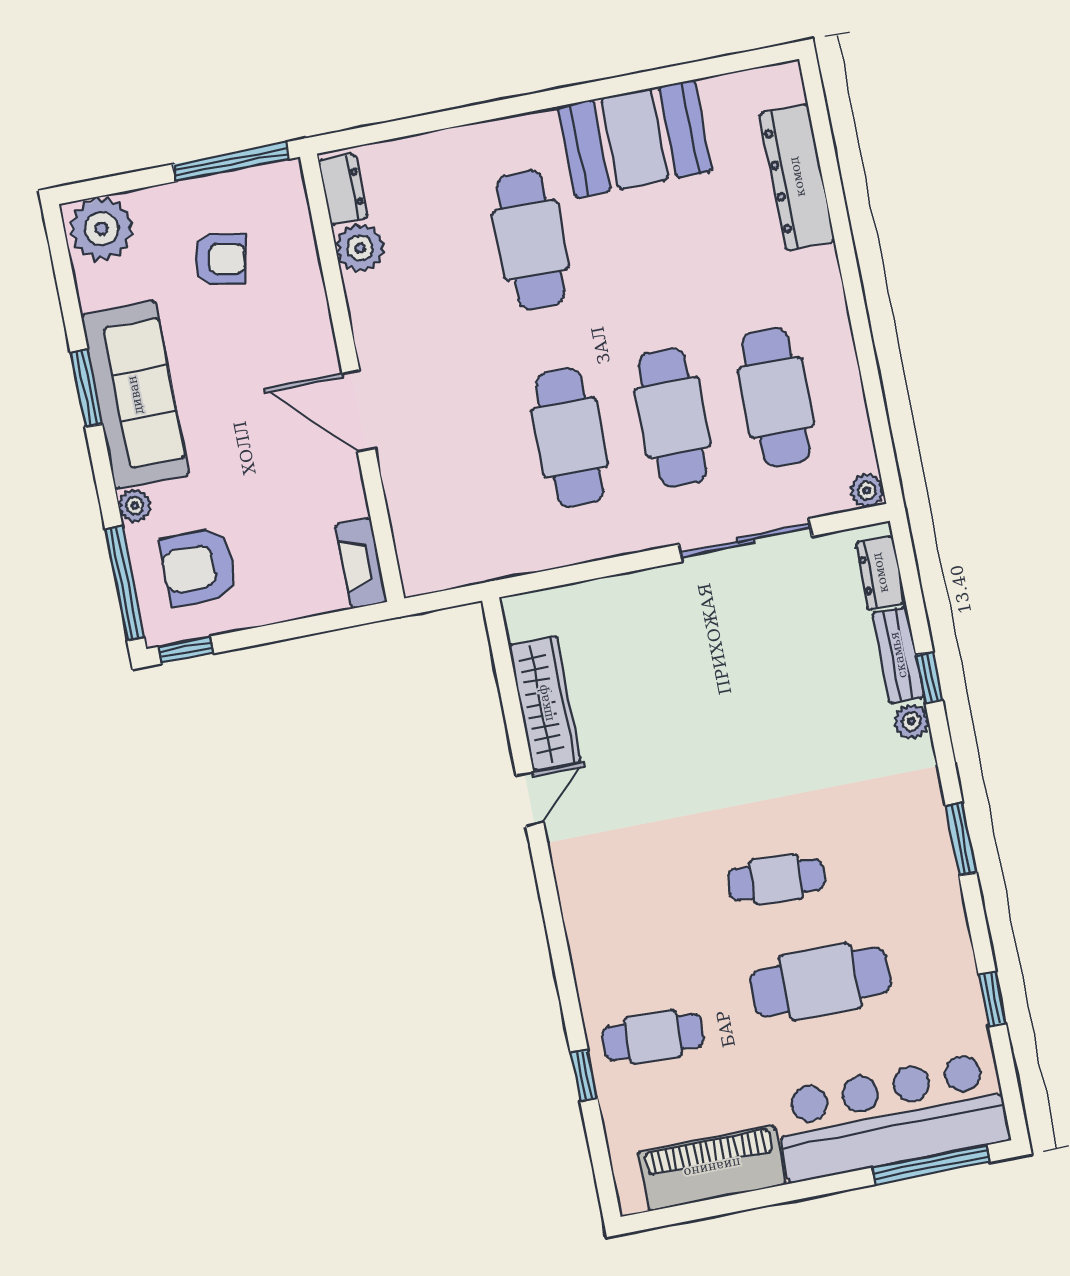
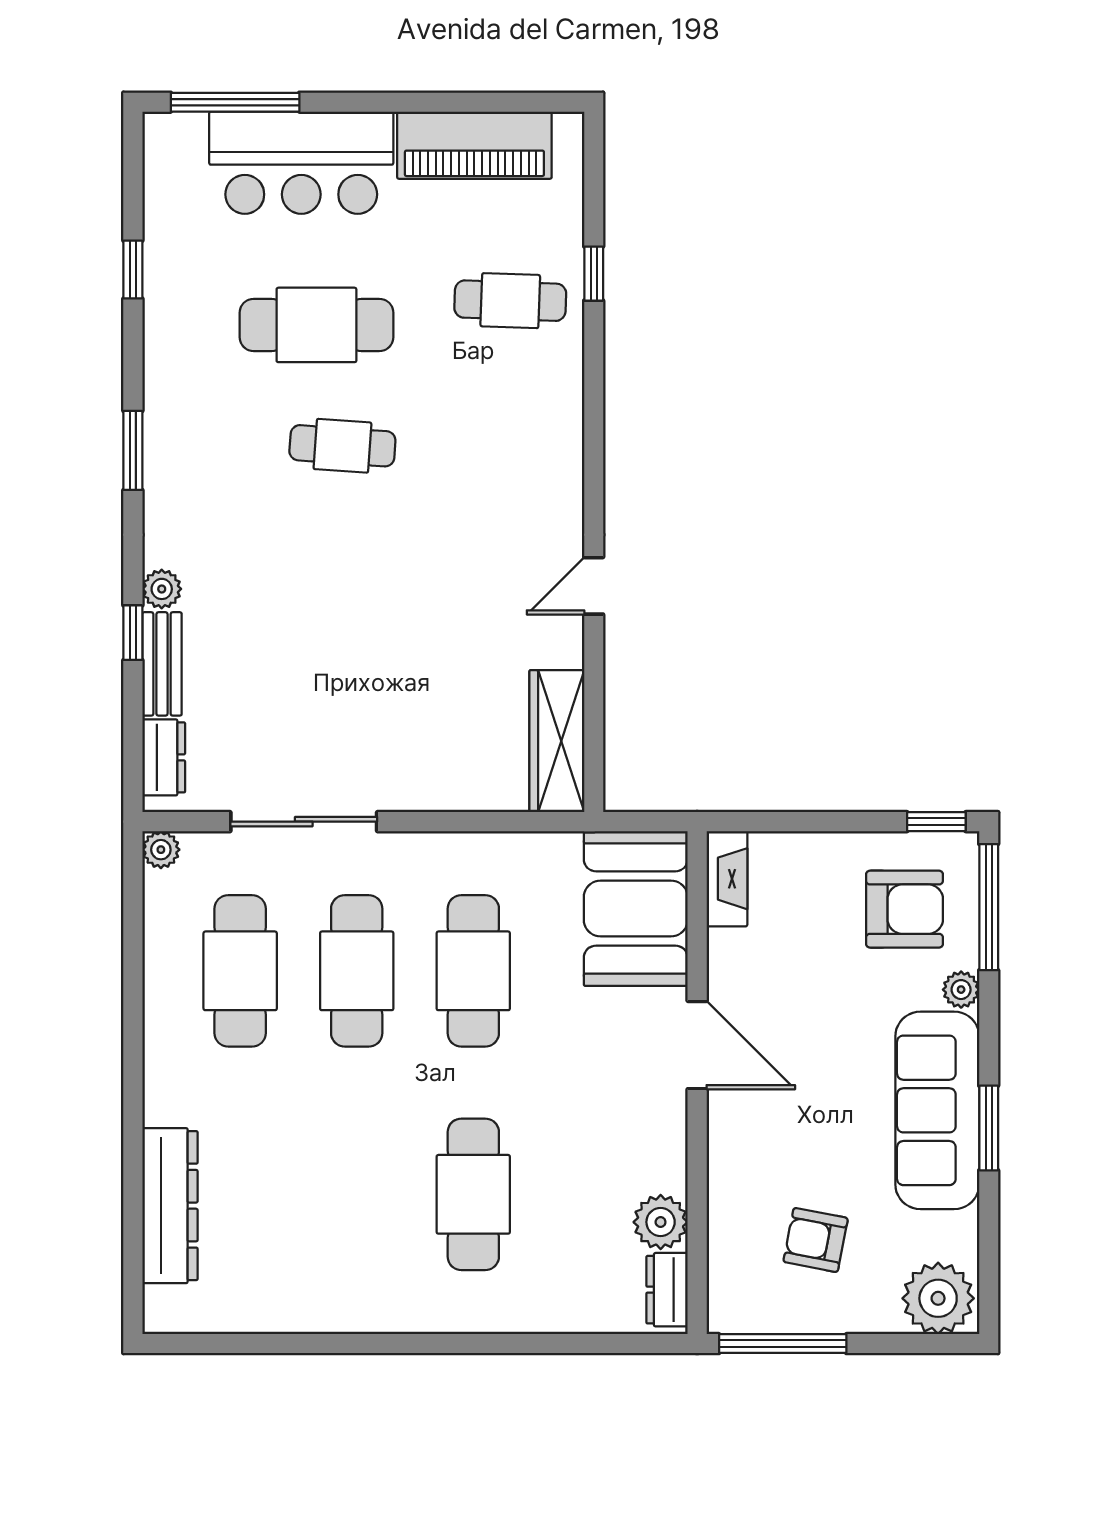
booth: (635, 139) -> (636, 908), moved, turned 90
wardrobe: (545, 703) -> (557, 741), moved
bar counter: (892, 1117) -> (301, 163), width x0.73

